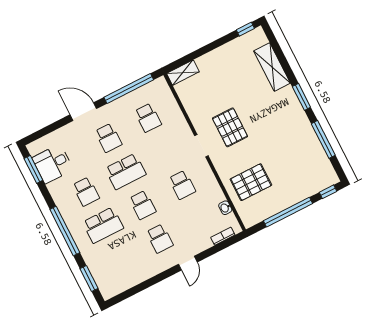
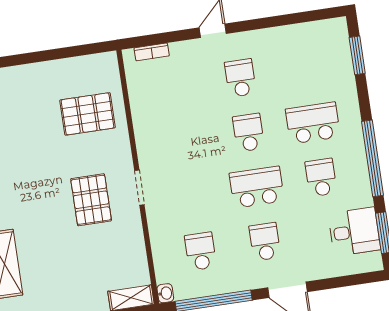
school desk: (182, 185) -> (184, 142), removed
washbasin: (225, 208) -> (165, 293), moved
window: (288, 212) -> (50, 55), removed
window: (65, 231) -> (373, 158), moved

